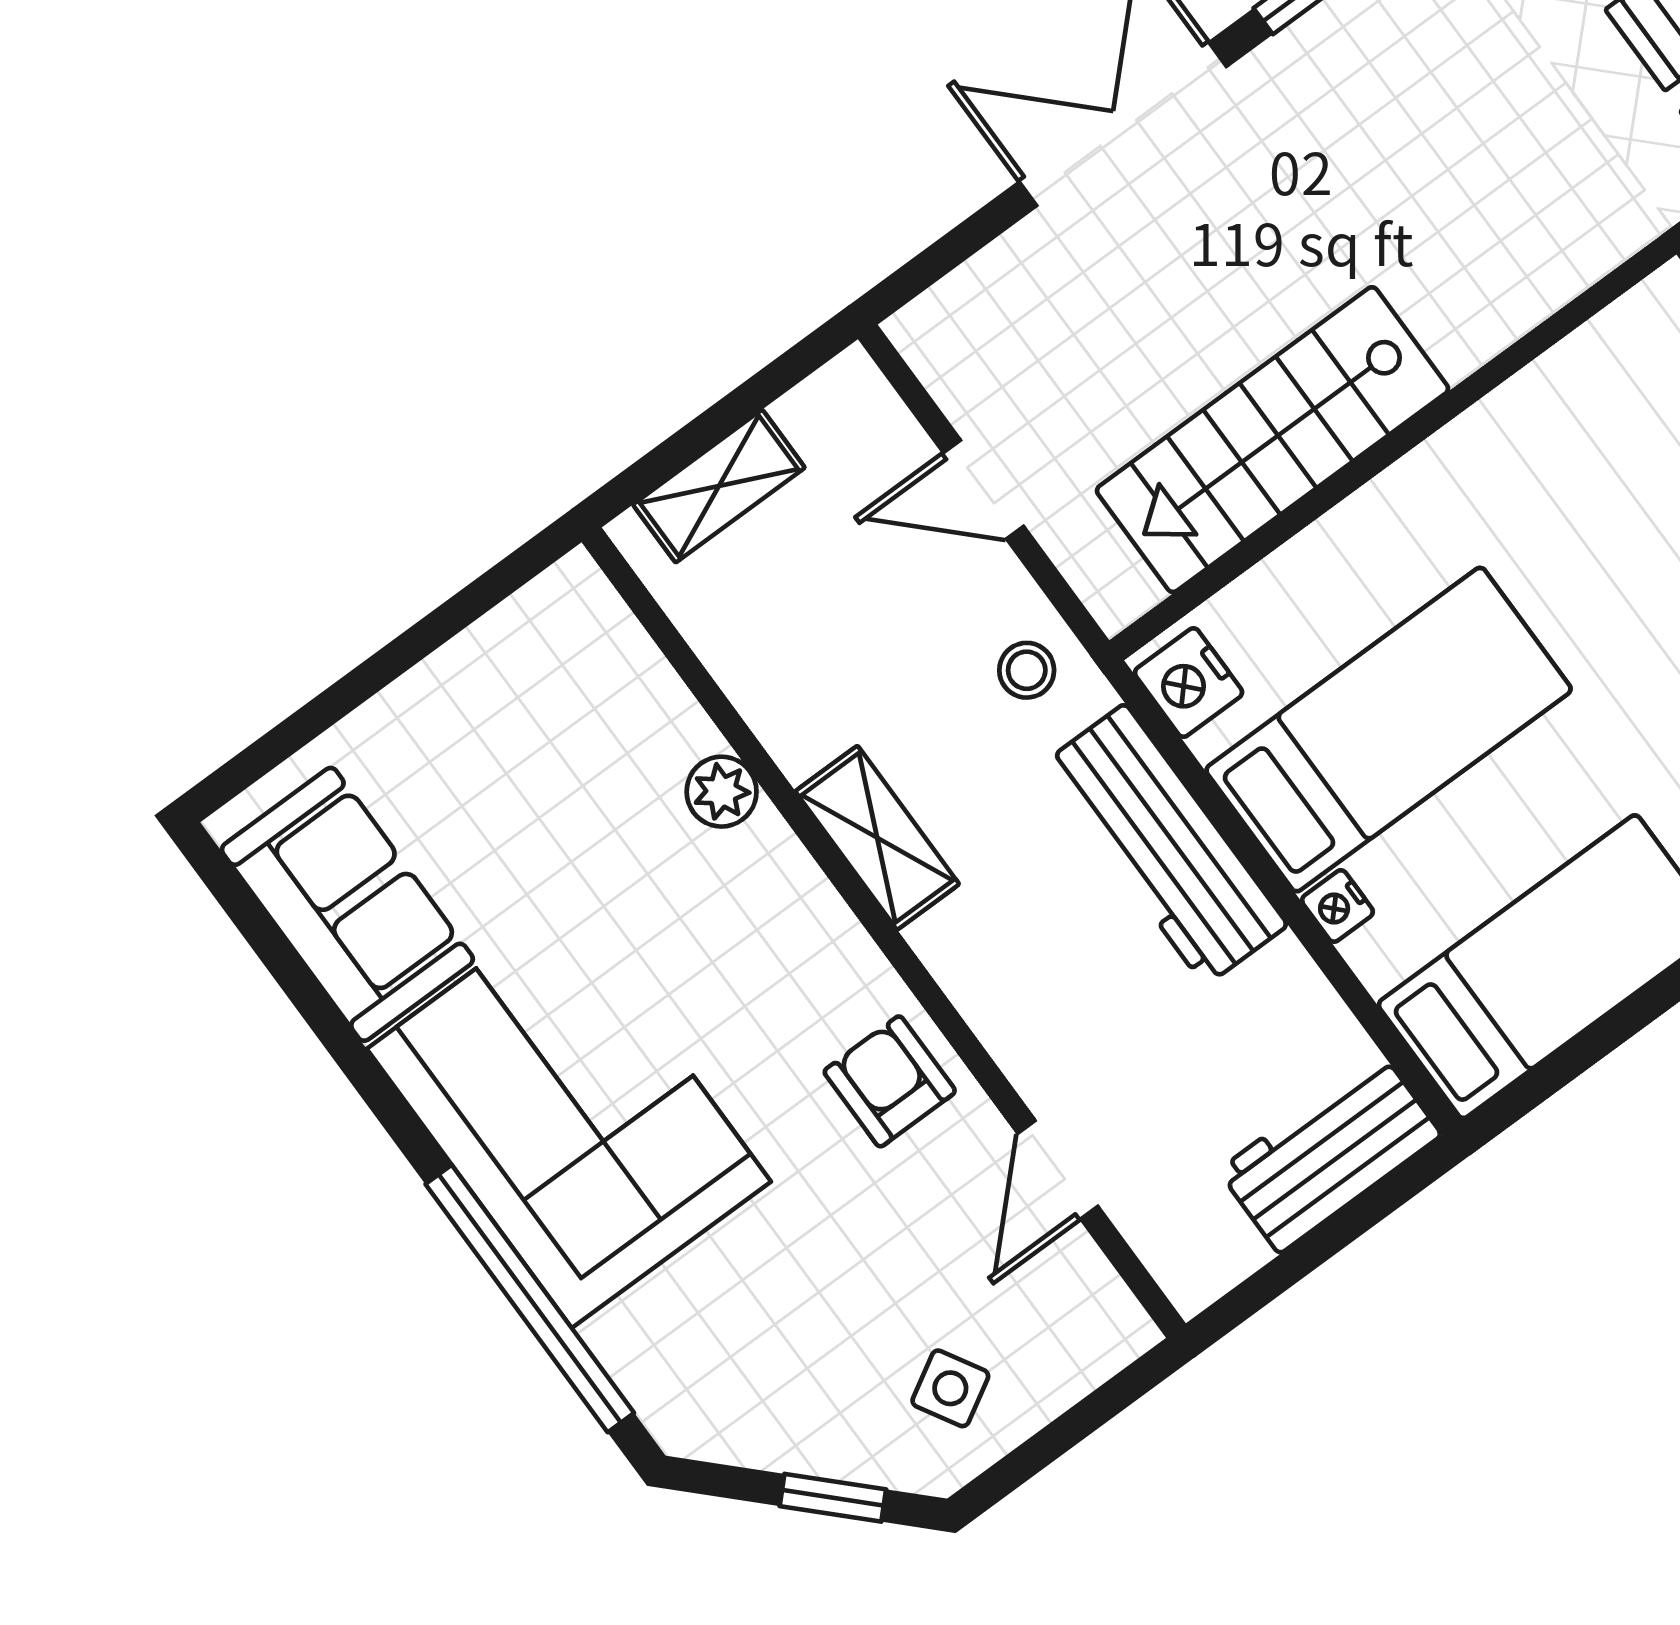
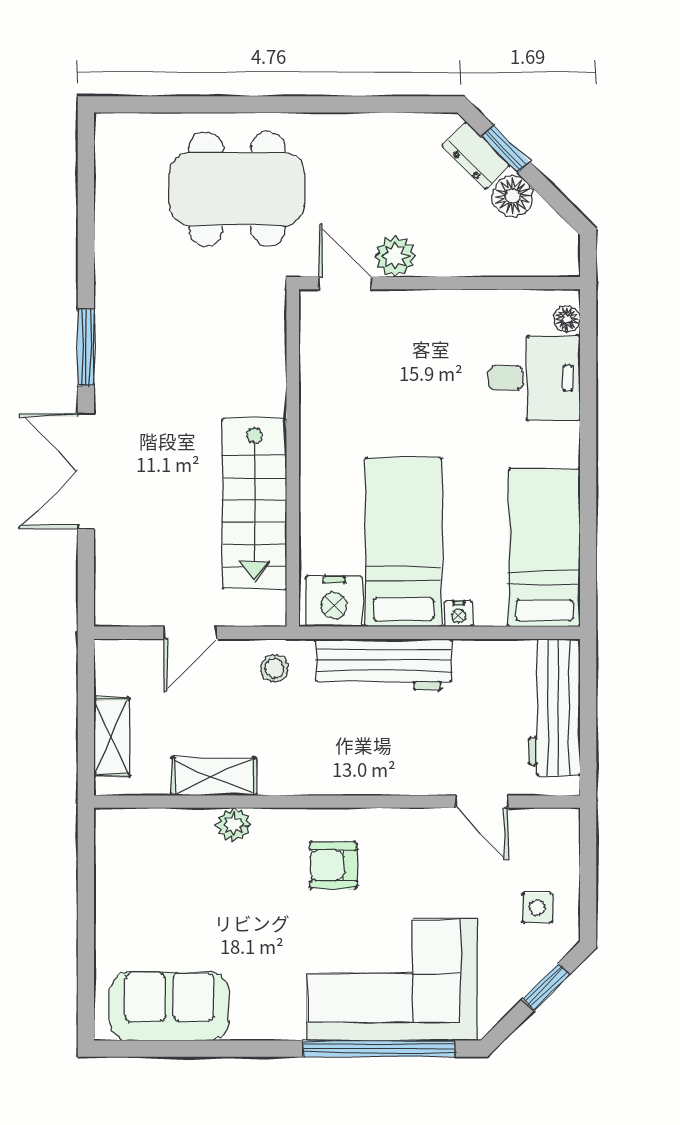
nightstand: (1189, 683) -> (334, 601), width x1.36, depth x1.33
shelving: (877, 838) -> (214, 776), moved
armchair: (890, 1081) -> (334, 865), moved
corner sofa: (569, 1115) -> (392, 980), moved
workbench: (1330, 1153) -> (554, 707), width x1.38
side table: (950, 1388) -> (537, 908), turned 30

